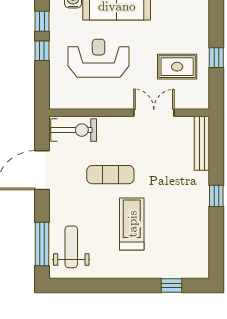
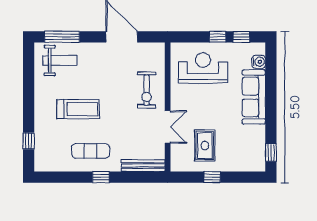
reception desk: (99, 58) -> (203, 68), moved, turned -90
exercise bike: (74, 130) -> (147, 90), moved
exercise mat: (110, 175) -> (91, 151), moved, turned 90

